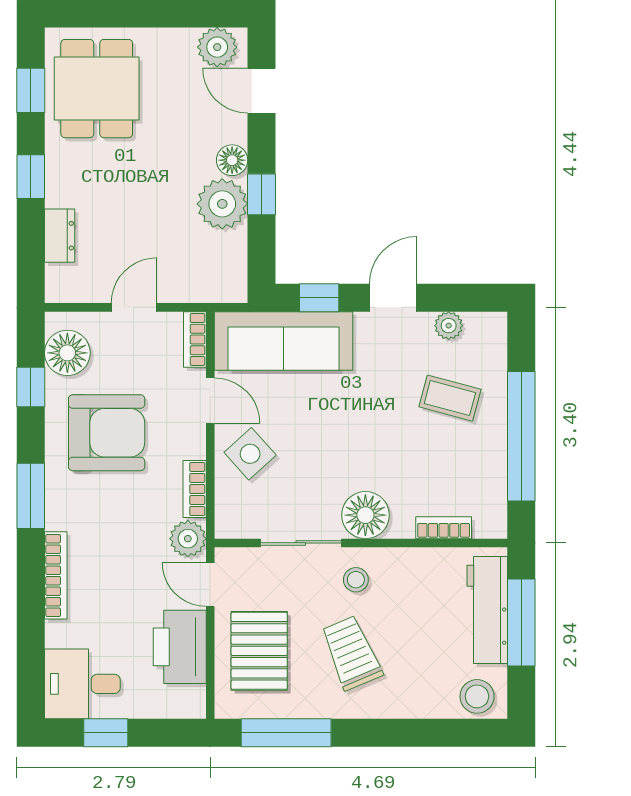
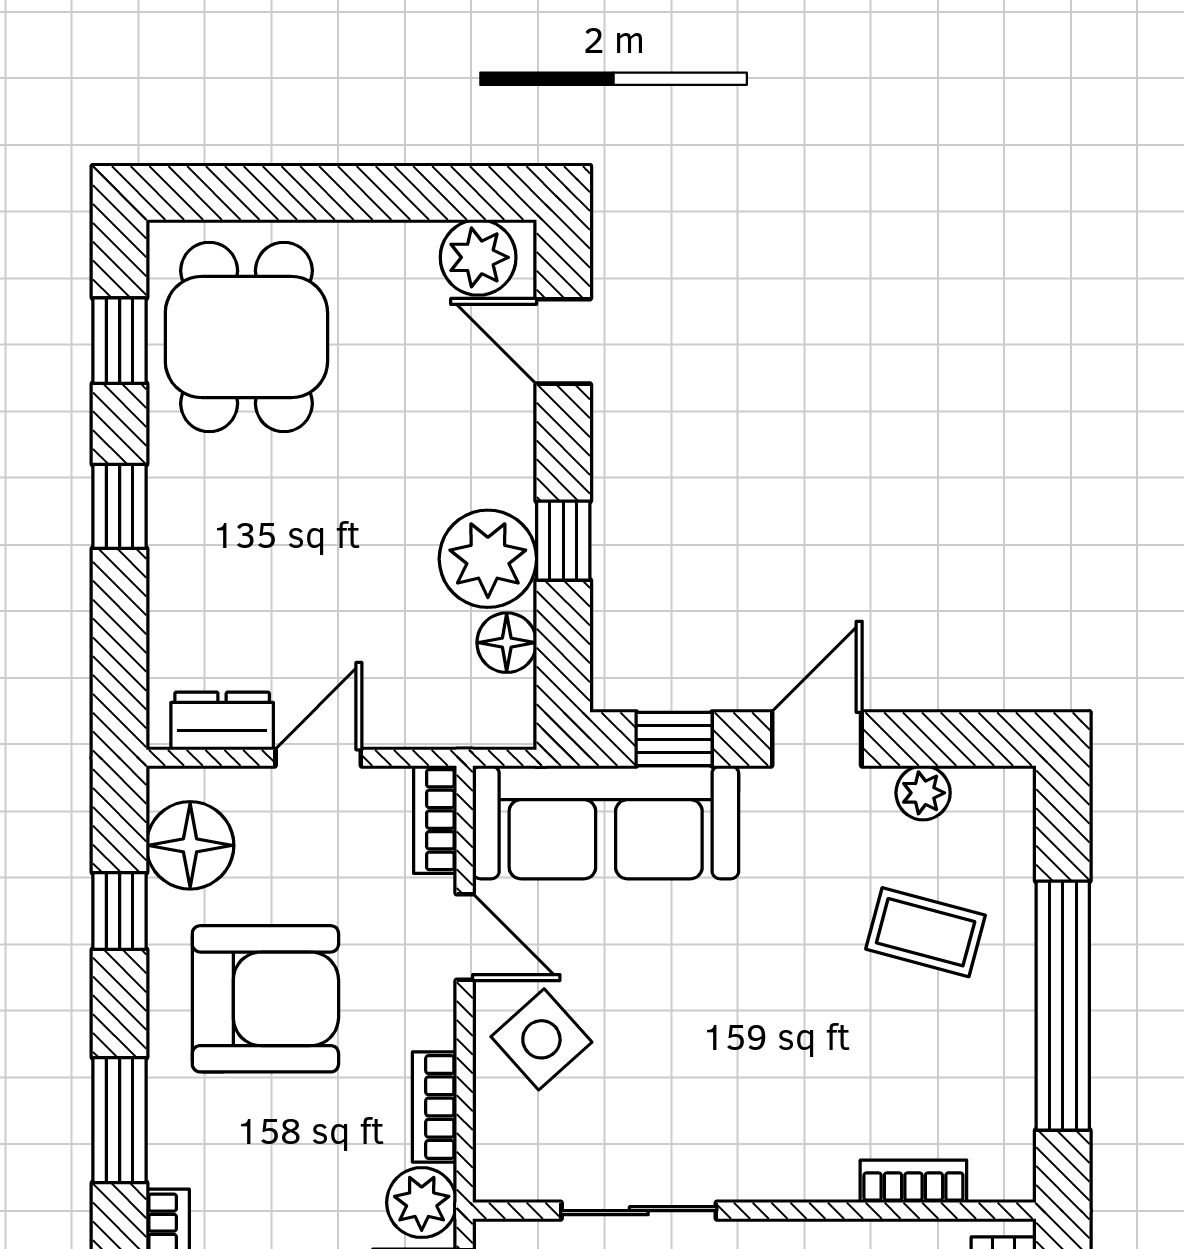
floor lamp: (232, 160) -> (507, 643), moved
dresser: (60, 236) -> (222, 721), moved, turned -90
floor lamp: (365, 515) -> (763, 1157), removed

